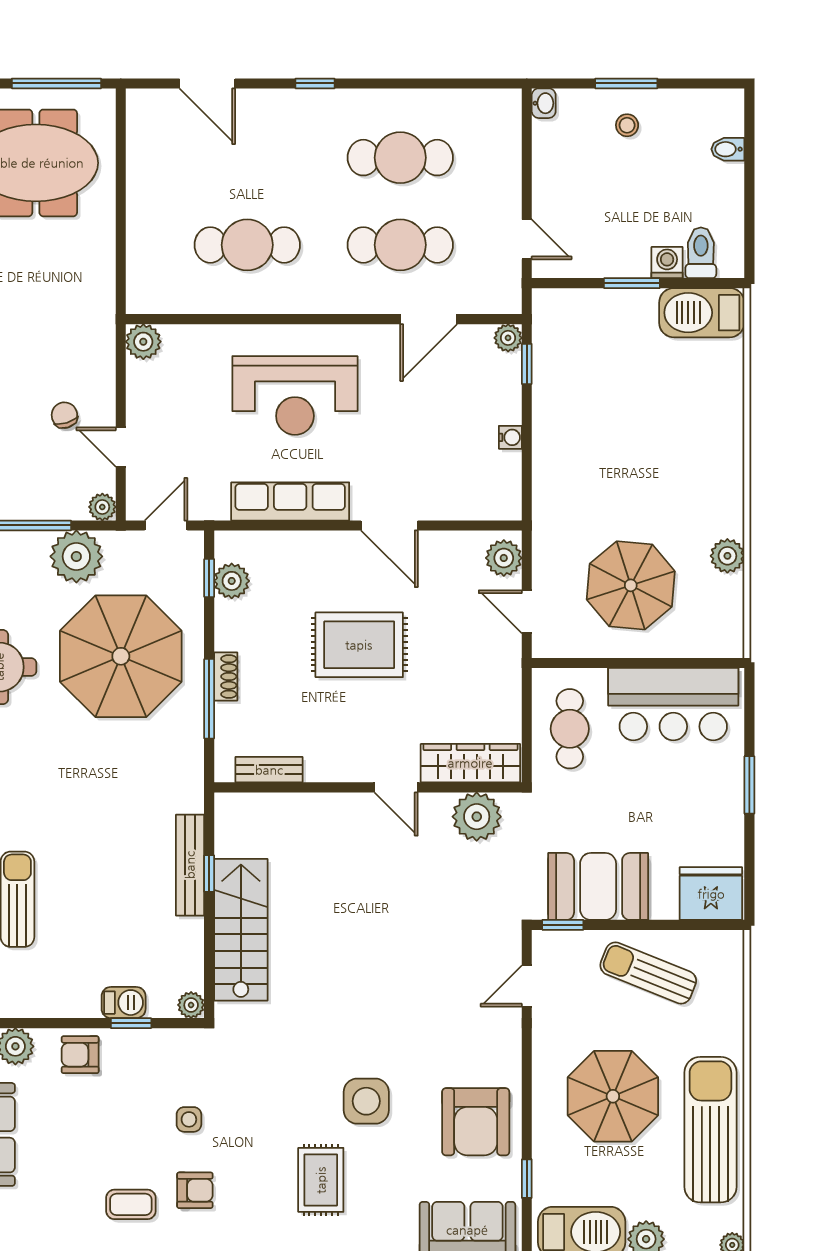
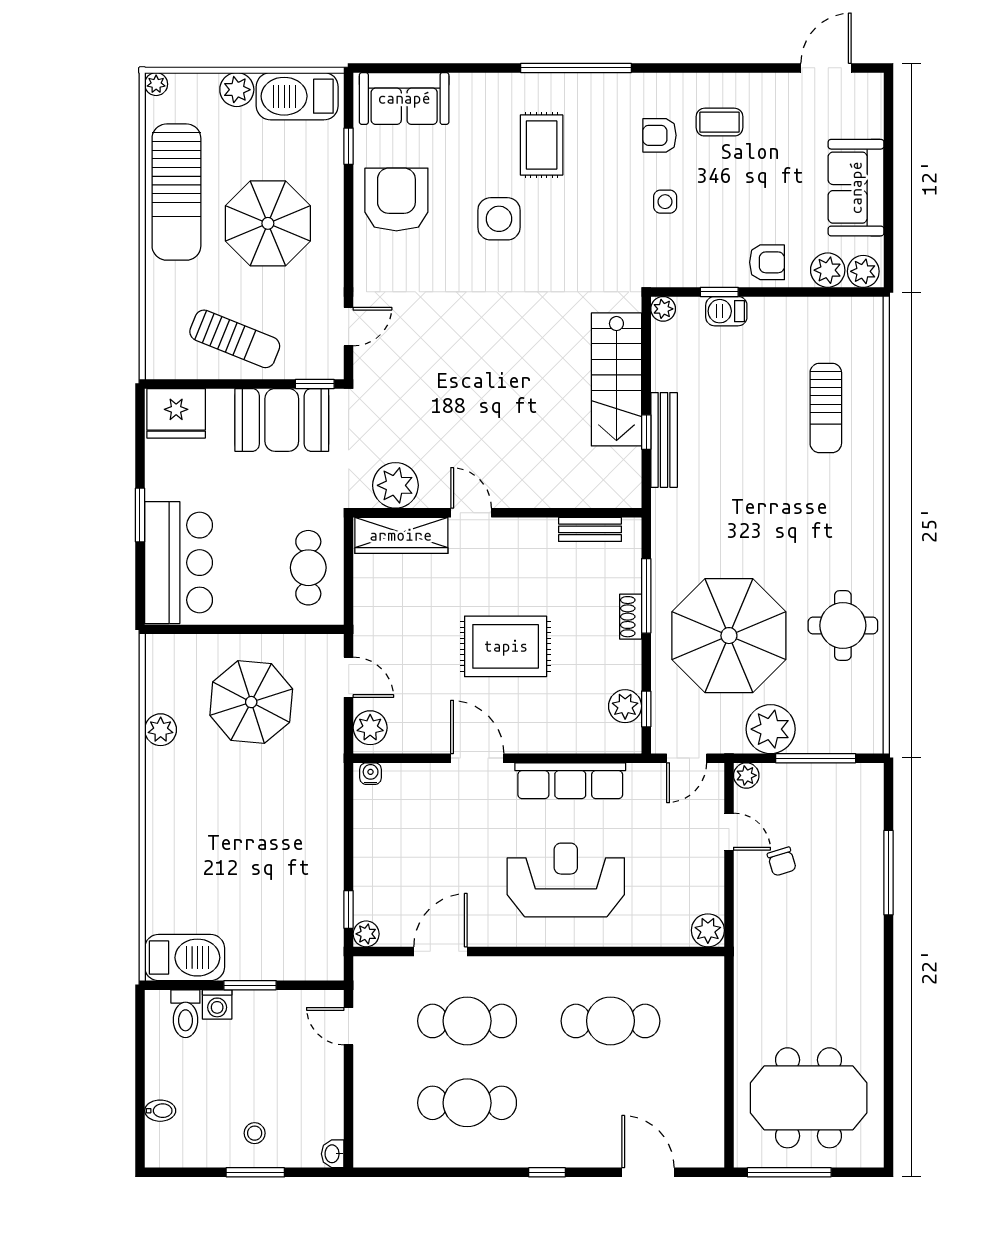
water cooler: (510, 437) -> (371, 774), moved, turned 90
bar counter: (673, 704) -> (179, 563), moved, turned 90

